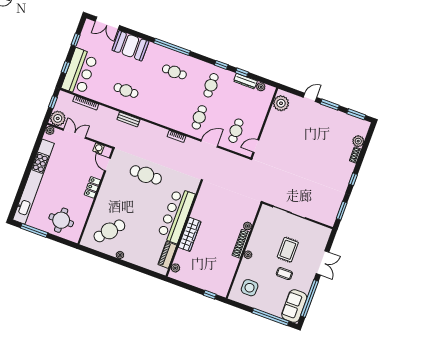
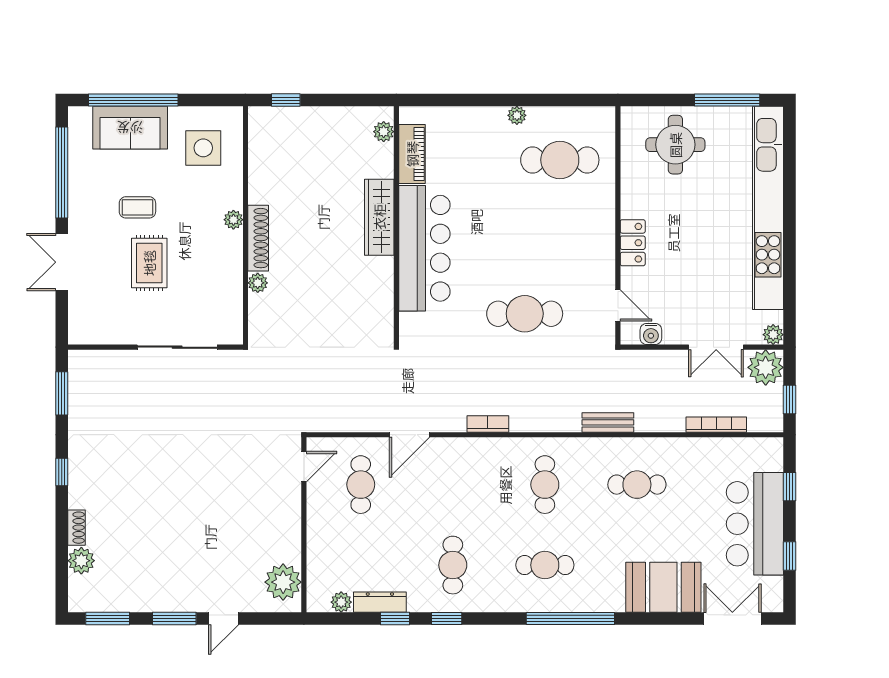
bar counter: (80, 72) -> (755, 524), moved
cafe table: (199, 117) -> (545, 485), moved
cafe table: (109, 231) -> (560, 160), turned 49
sofa: (294, 306) -> (130, 128), moved, turned 90

